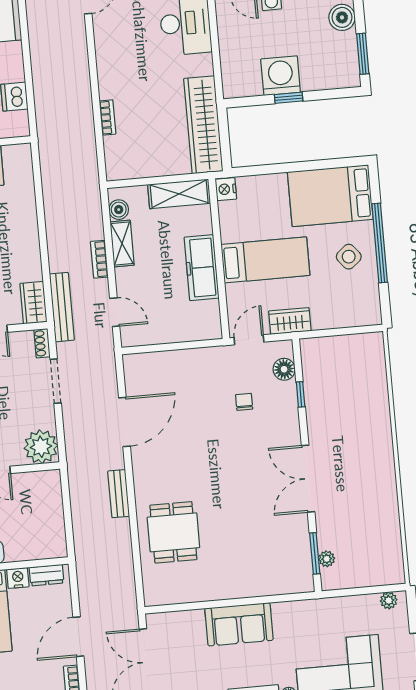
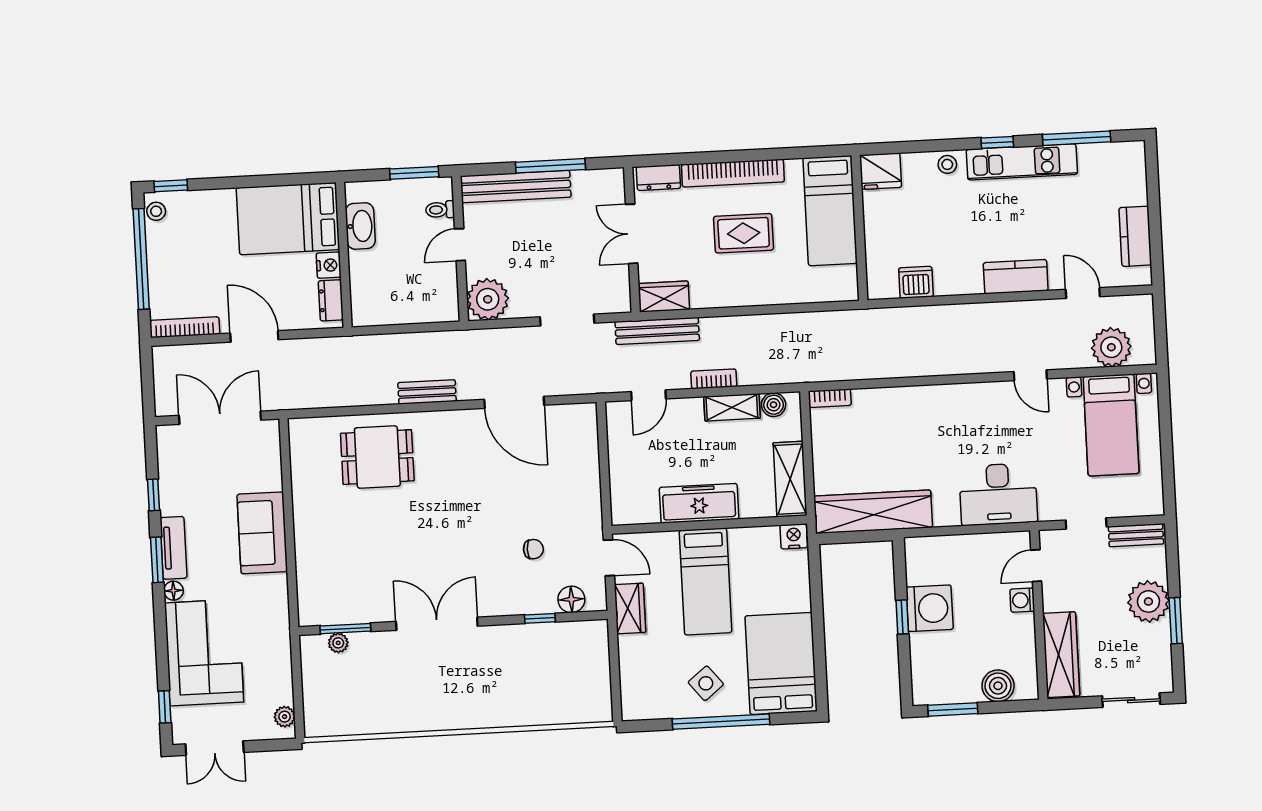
bookcase: (108, 118) -> (830, 398), moved
shoe rack: (42, 343) -> (614, 305), removed

